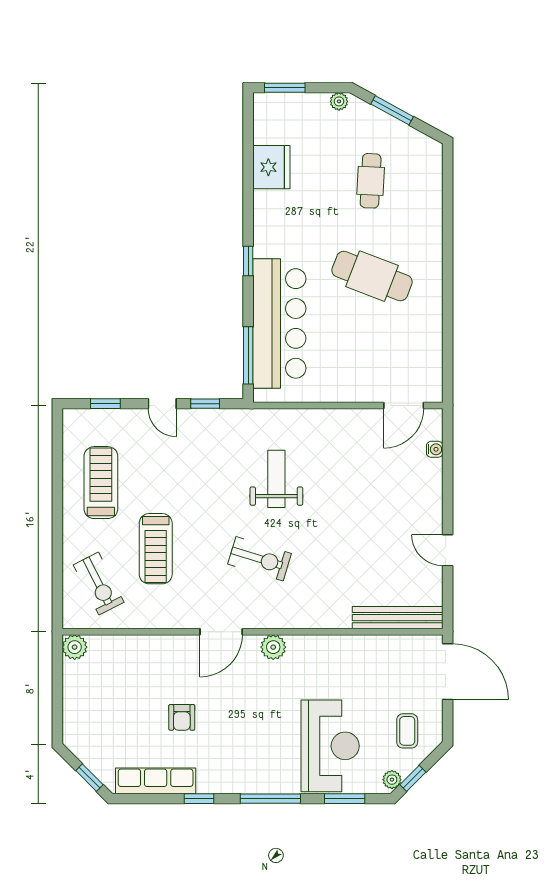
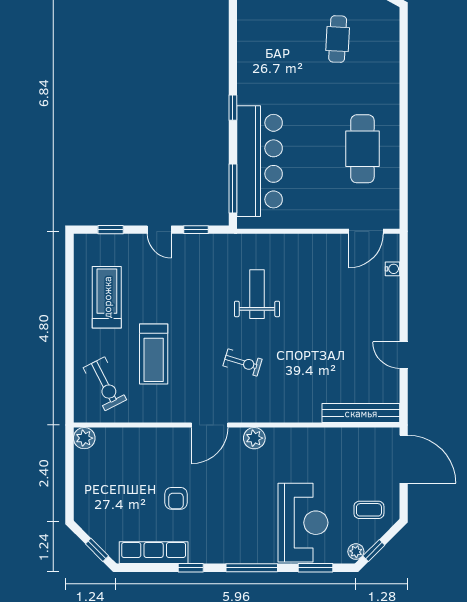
fridge: (271, 167) -> (253, 27), removed
cafe table: (372, 276) -> (362, 149), moved, turned 69
exercise bike: (260, 559) -> (243, 363), width x0.73, depth x0.72
coffee table: (407, 731) -> (369, 510), turned 90

